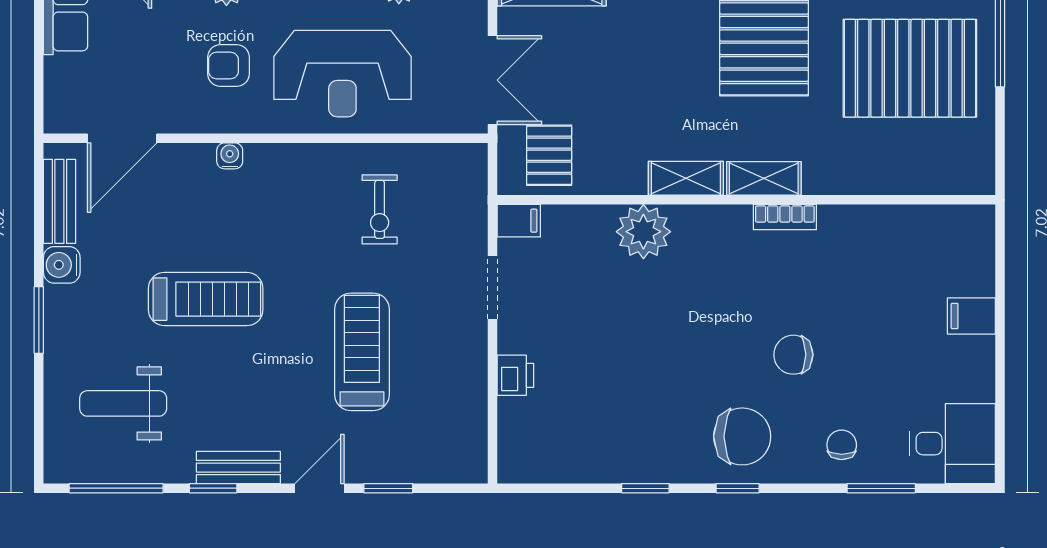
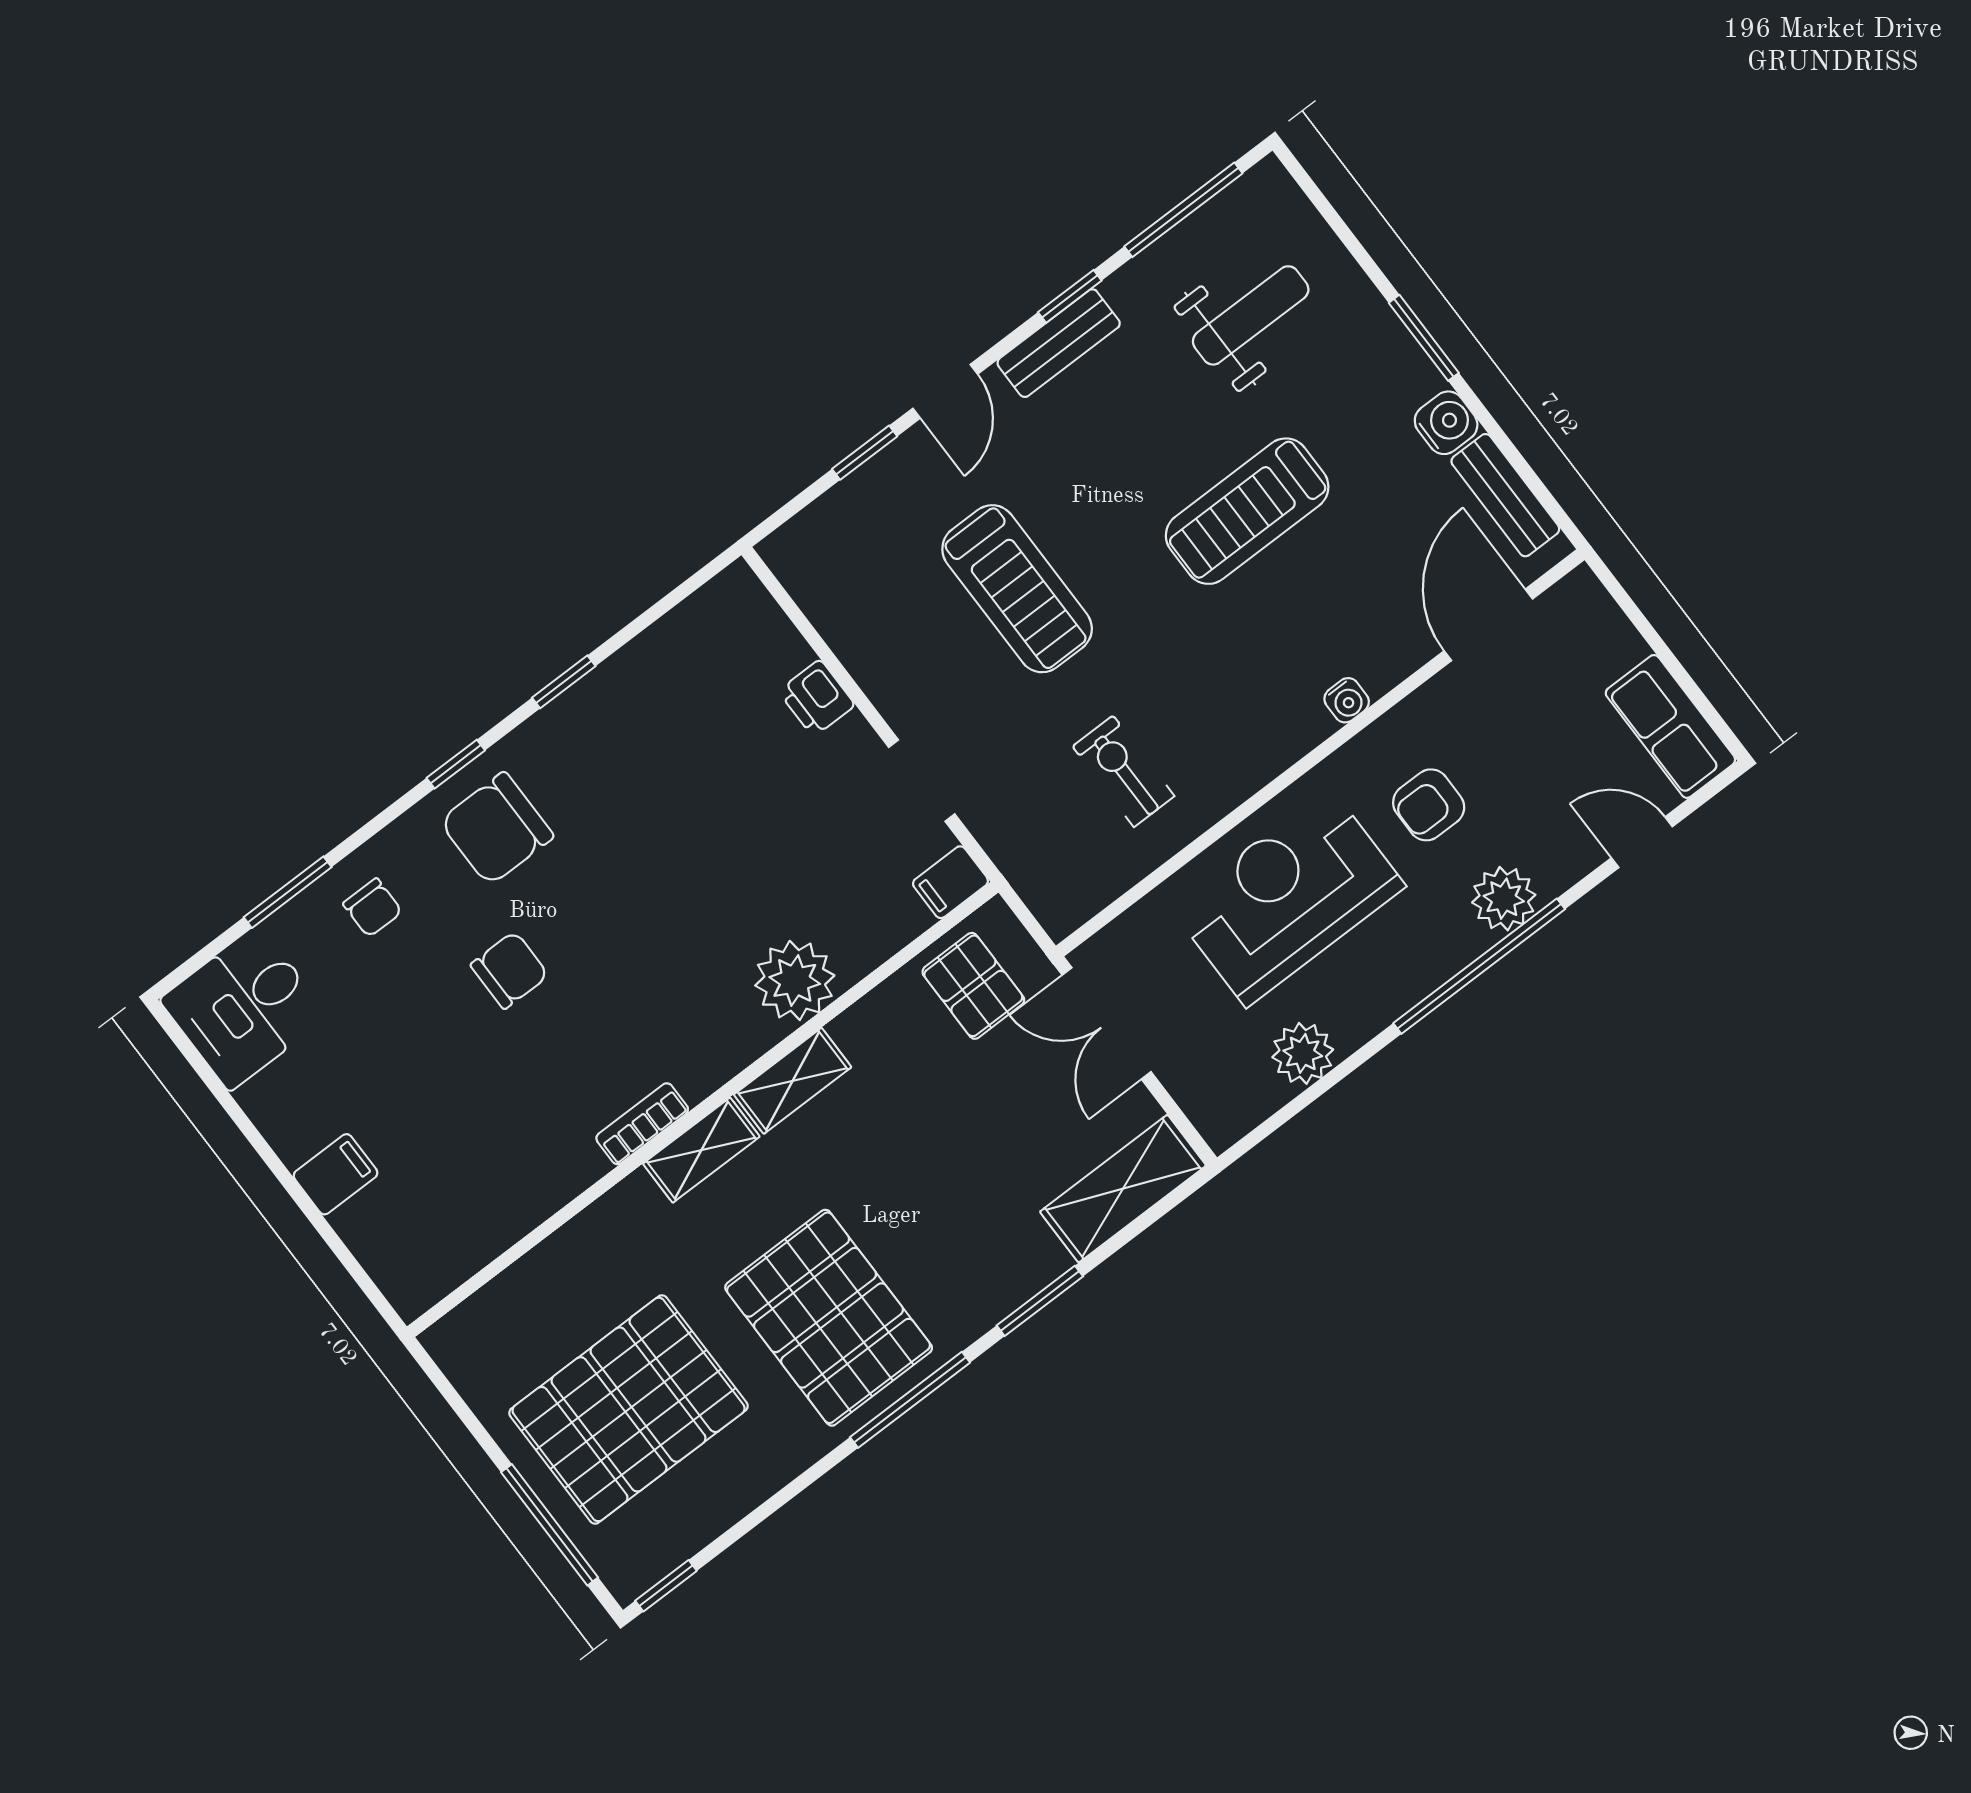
armchair: (228, 66) -> (1429, 805), turned 180

